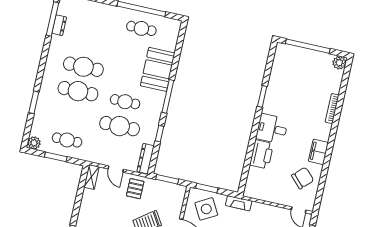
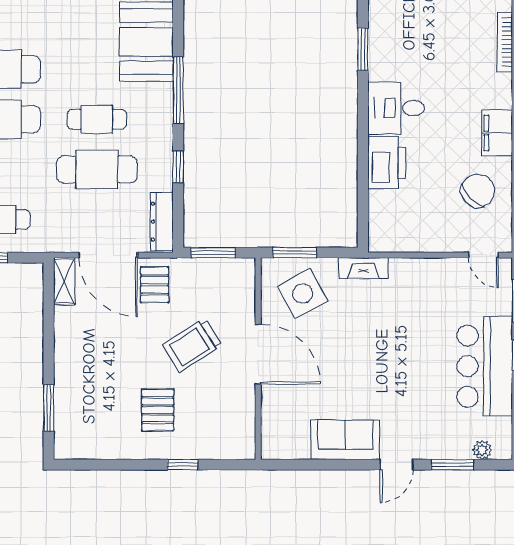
door: (116, 169) -> (108, 255), width x1.88

